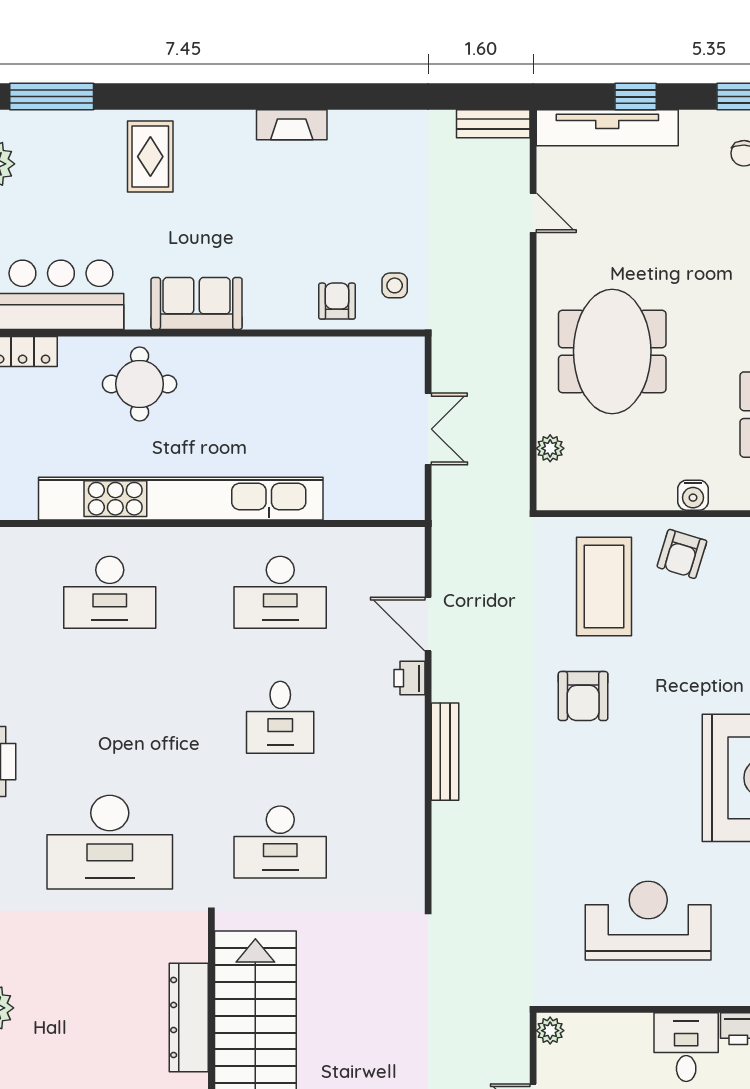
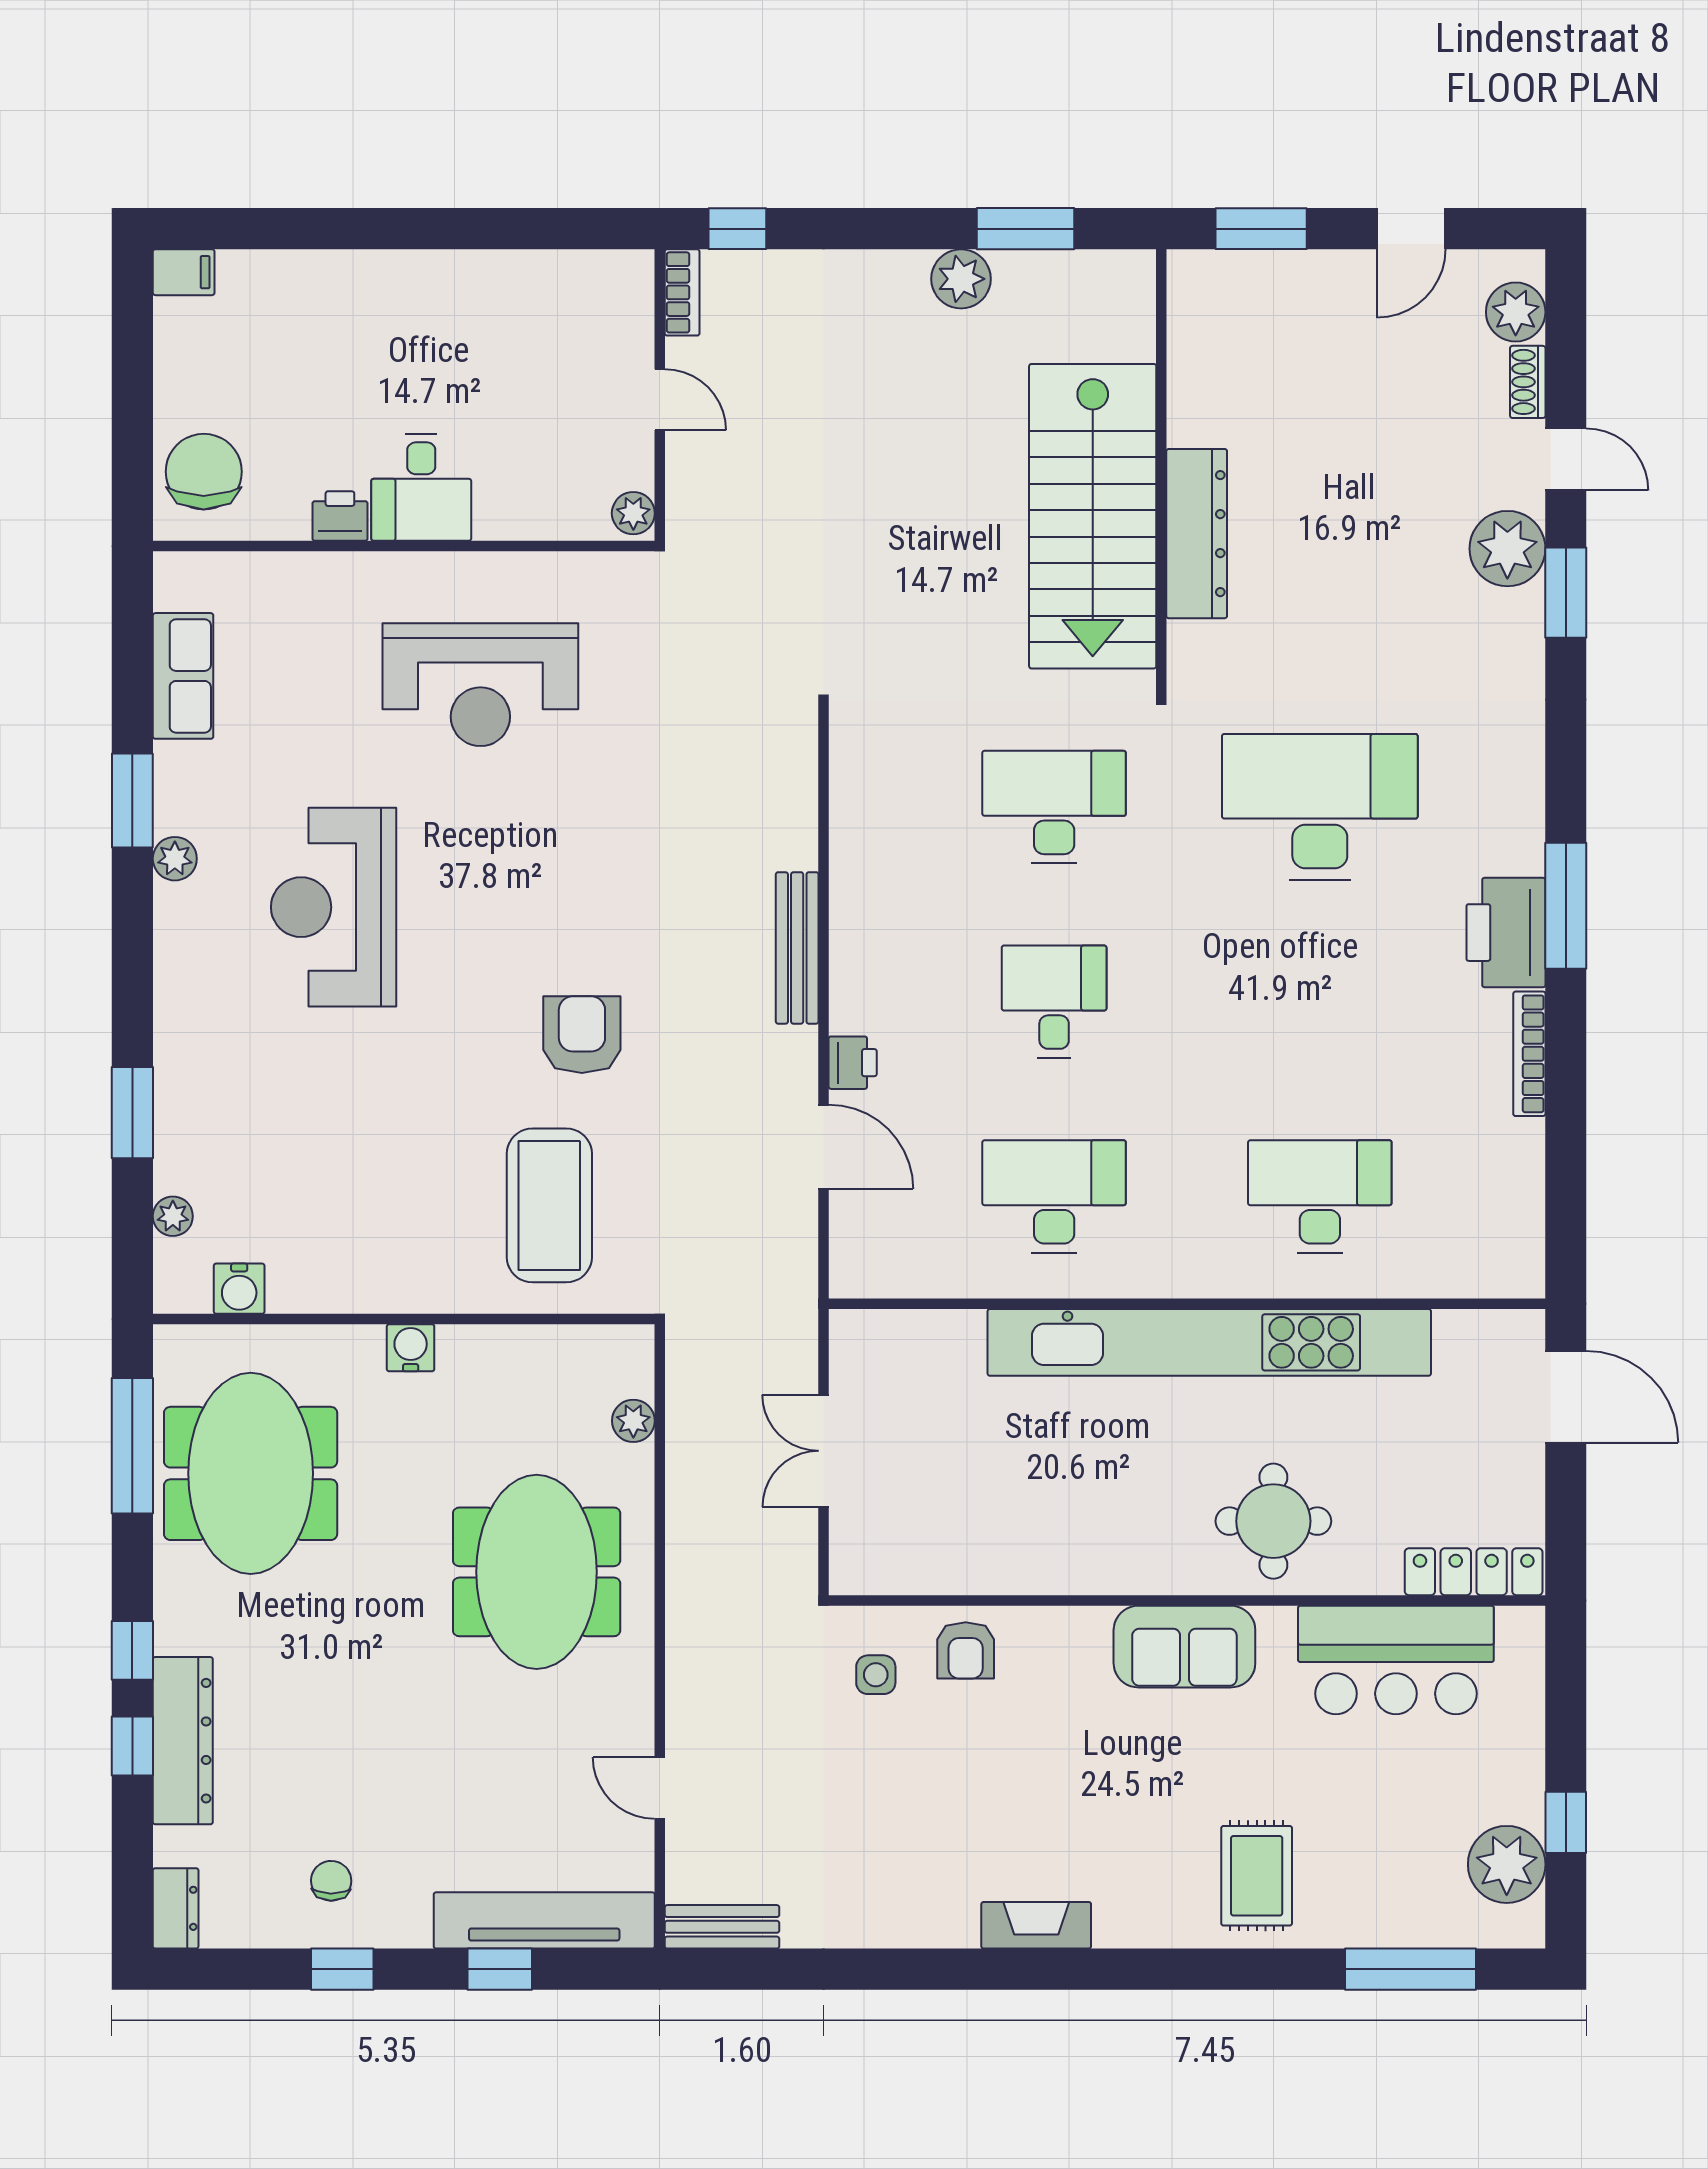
armchair: (682, 554) -> (428, 1256), removed

